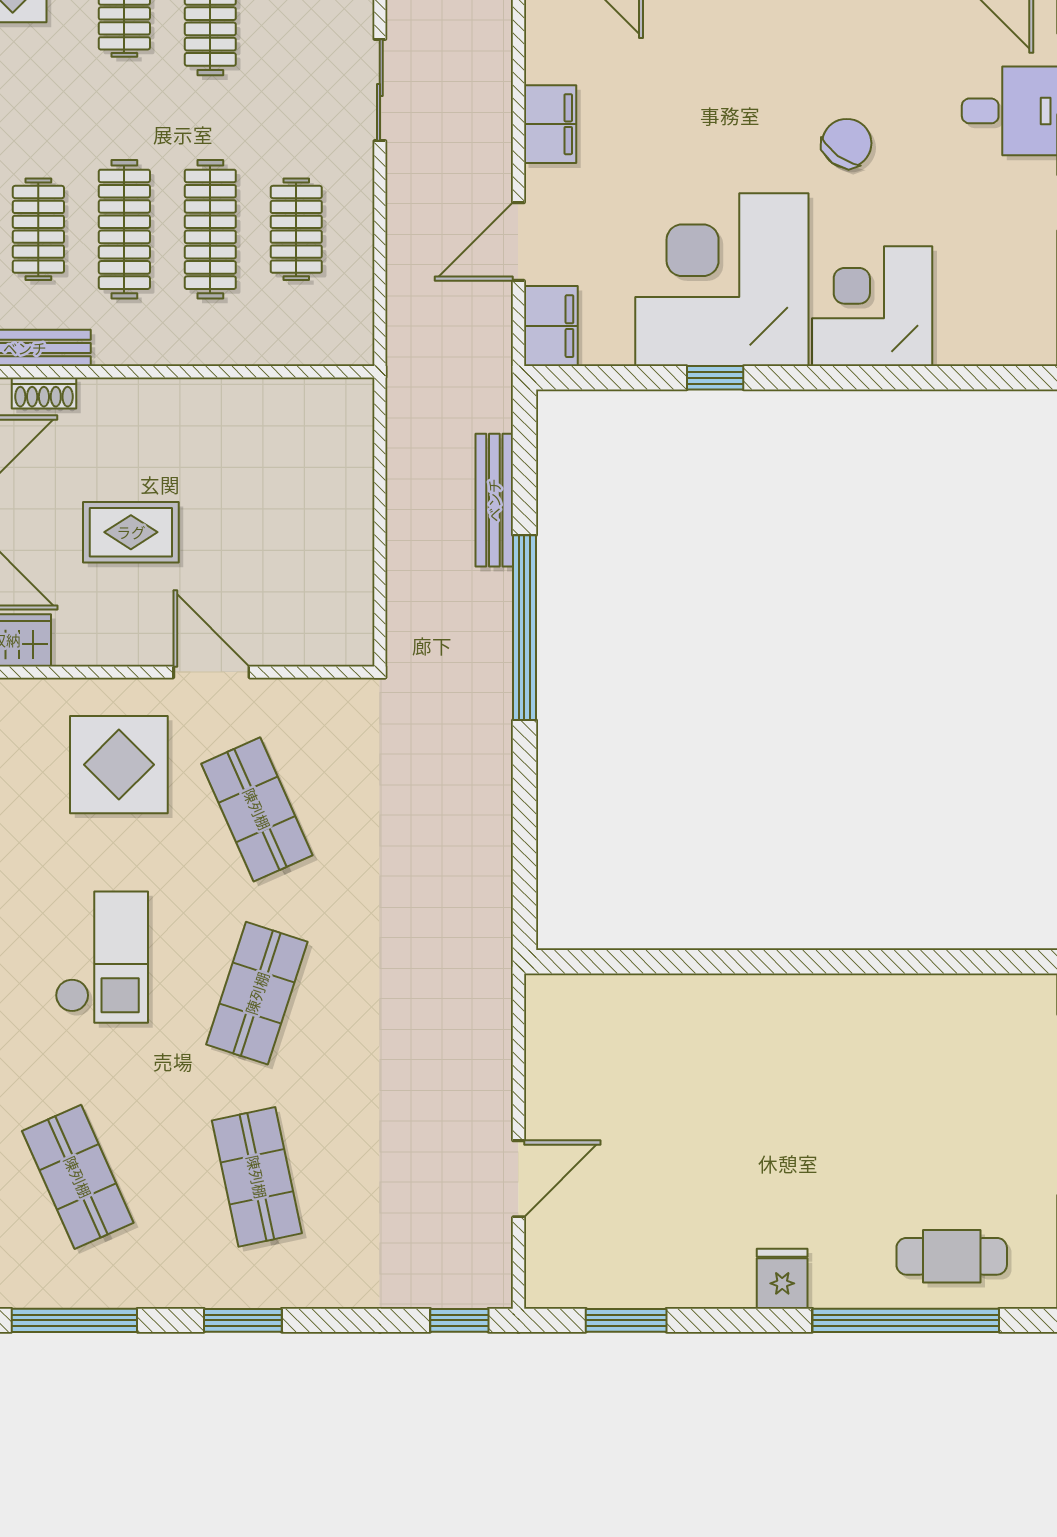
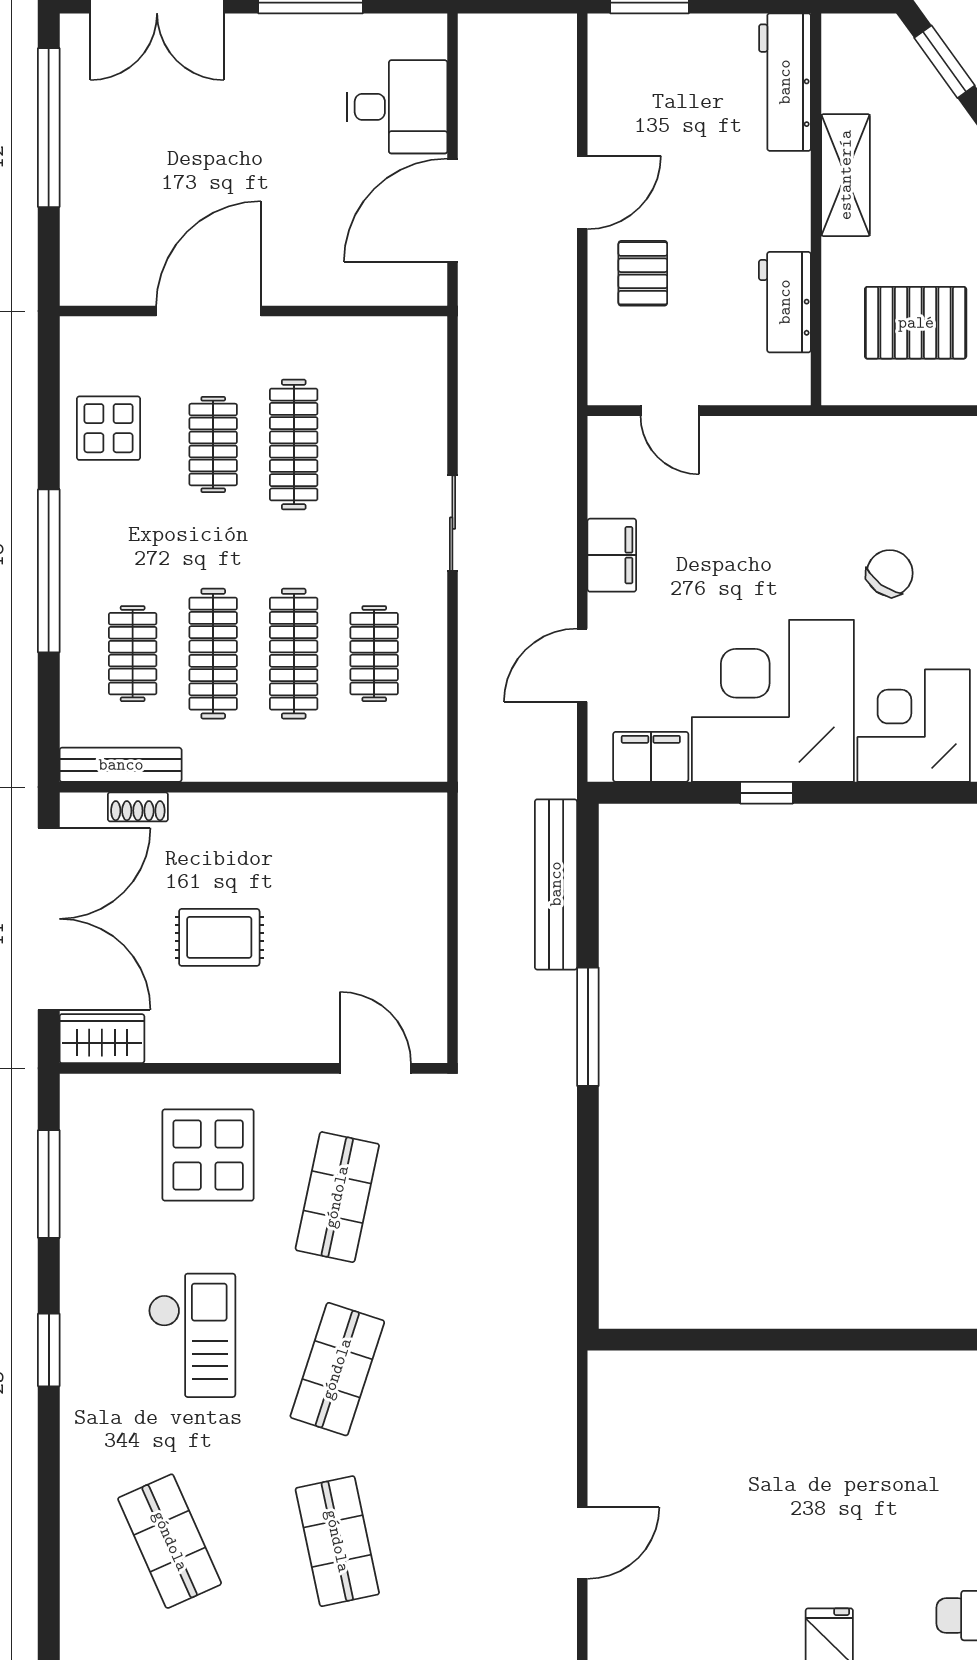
filing cabinet: (551, 326) -> (651, 757), moved, turned -90
bench: (494, 500) -> (556, 884), width x1.37, depth x1.21
window: (524, 628) -> (588, 1027), width x0.68
door: (211, 672) -> (375, 1068), moved
shop shelf: (257, 809) -> (337, 1197), turned 36

